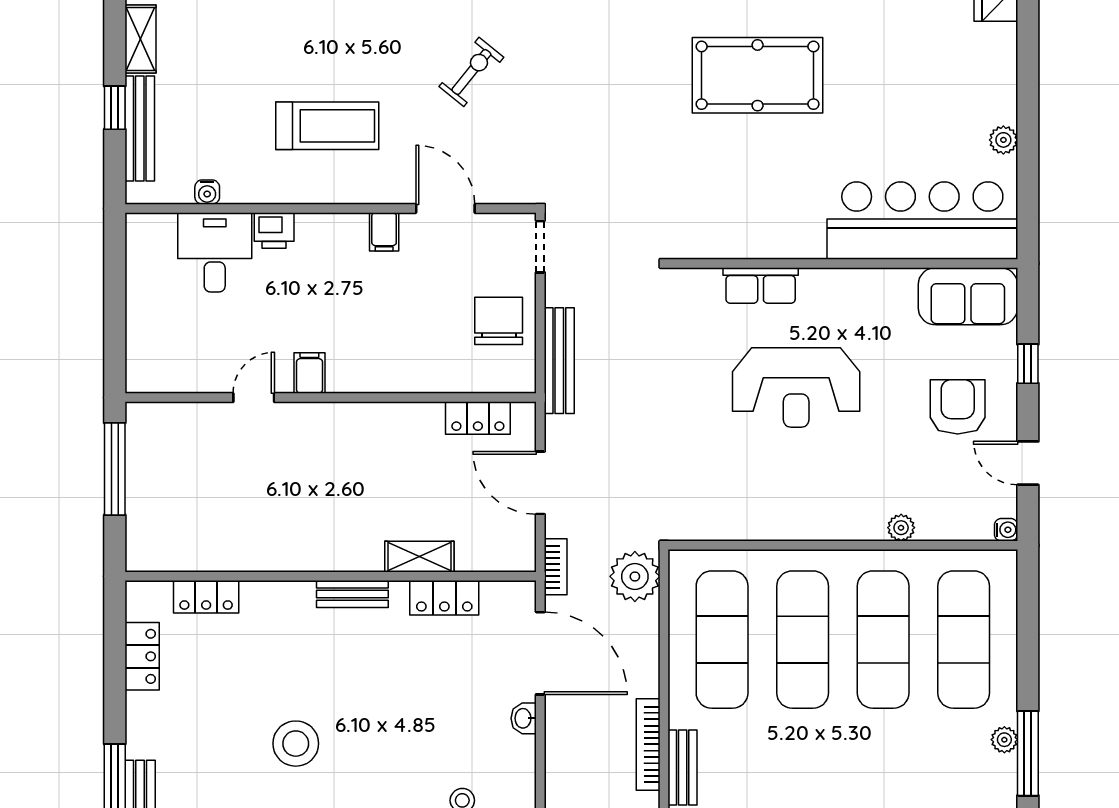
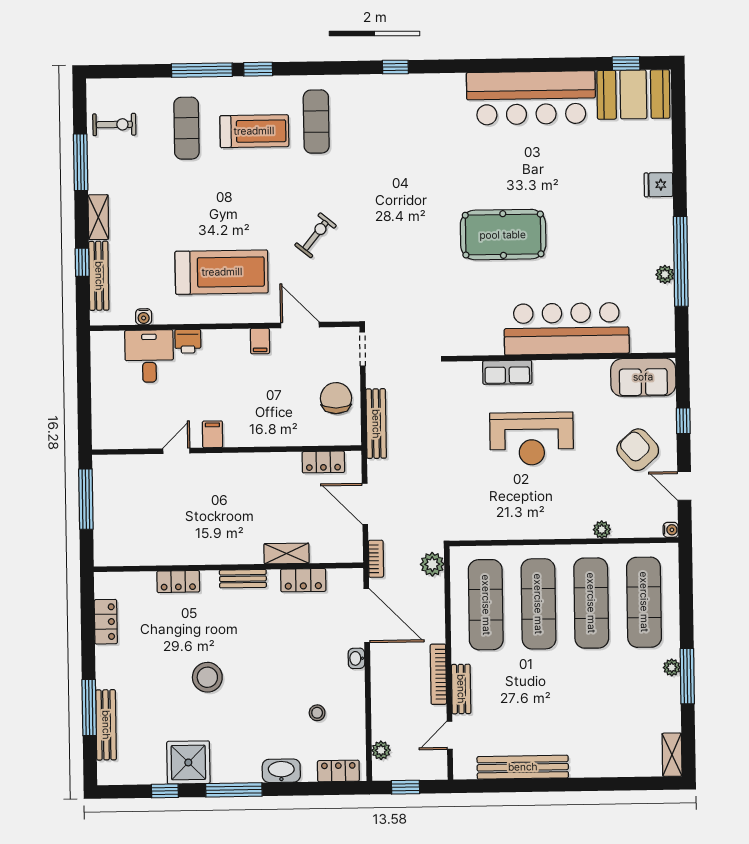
window: (1028, 120) -> (681, 261), added
treadmill: (327, 126) -> (222, 272), width x1.37, depth x1.38
bar counter: (922, 221) -> (567, 329), moved
armchair: (958, 407) -> (638, 450), turned -41
plant: (635, 576) -> (432, 564), width x0.73, depth x0.73
locker: (206, 597) -> (178, 582), moved

